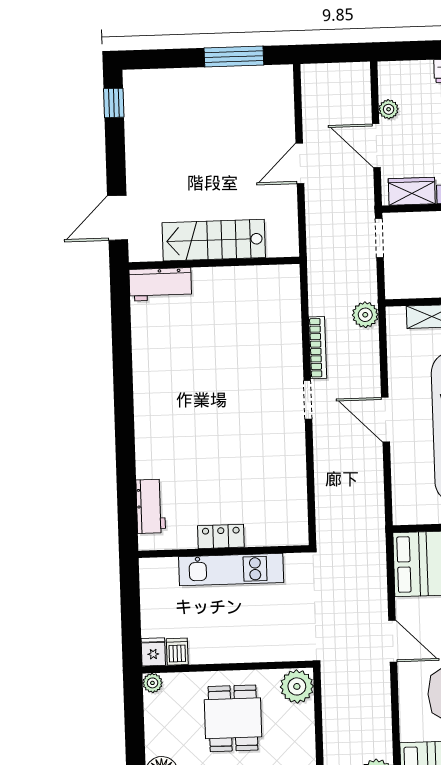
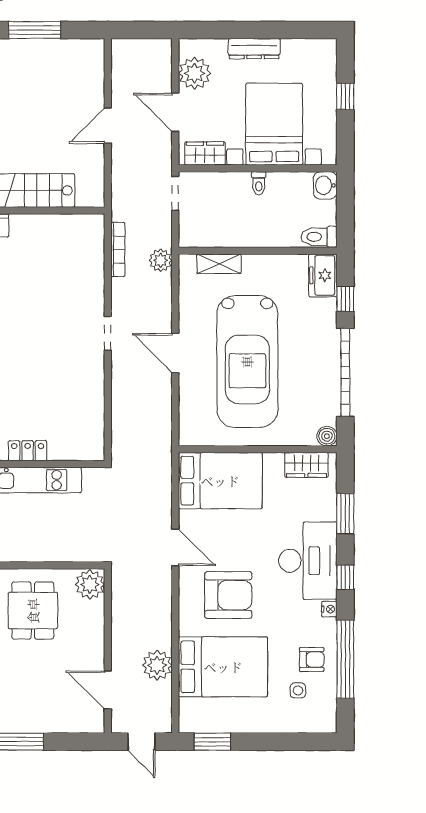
window: (234, 57) -> (35, 30), moved
plant: (389, 109) -> (195, 73), width x1.88, depth x1.88
bookcase: (318, 348) -> (118, 250), moved

